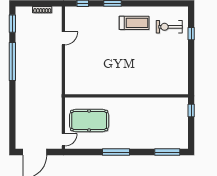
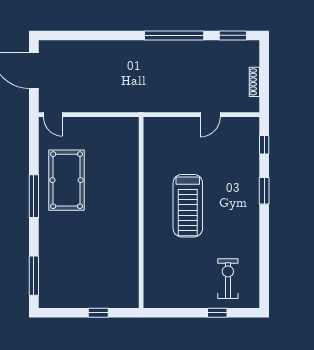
treadmill: (134, 23) -> (188, 206), moved, width x1.37, depth x1.38
door: (63, 38) -> (210, 115), hinge flipped
wall: (126, 96) -> (141, 213), moved
pool table: (89, 121) -> (67, 180), moved

